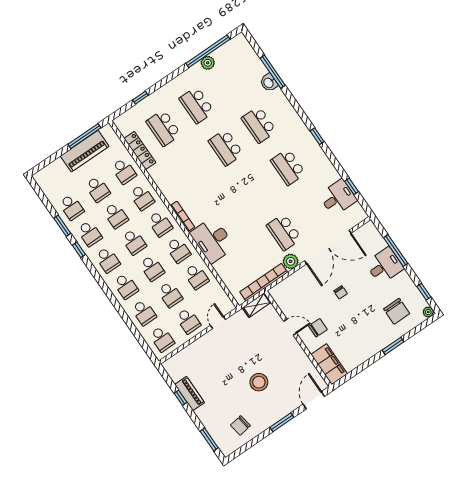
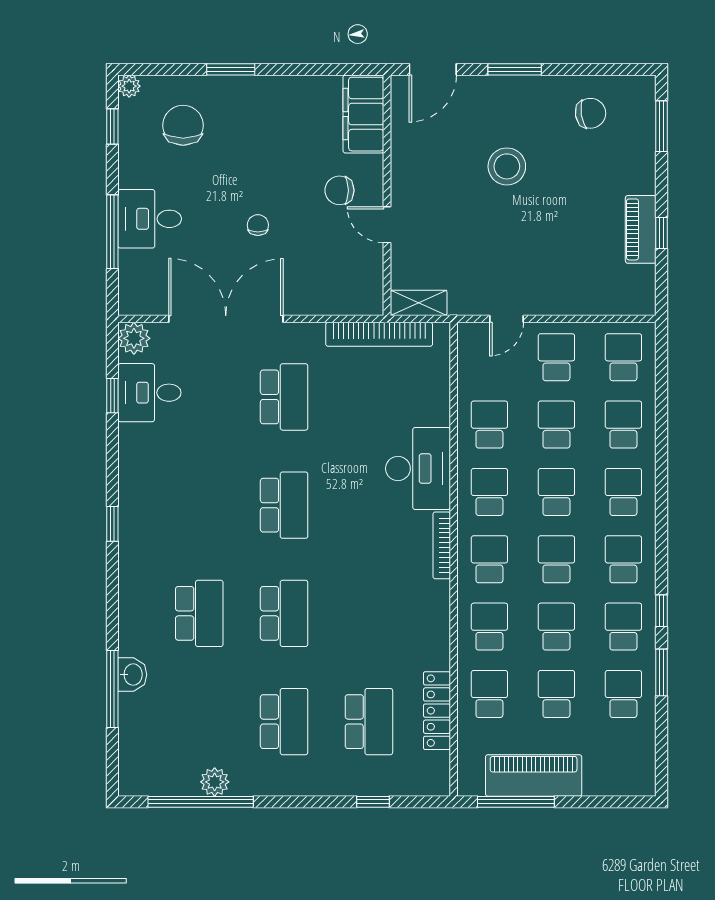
school desk: (288, 167) -> (284, 505), moved
plant: (291, 261) -> (134, 338), moved

